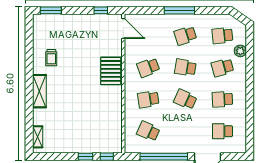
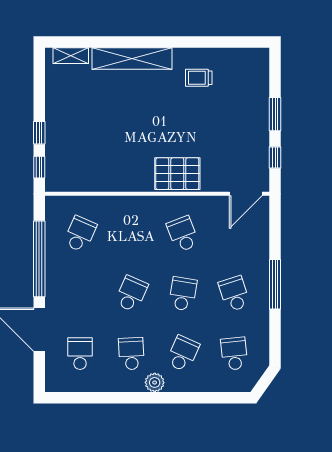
window: (51, 10) -> (275, 114), moved
plant: (240, 51) -> (155, 382), moved
school desk: (222, 67) -> (183, 354), turned 39
shelving: (39, 91) -> (132, 58), width x1.47
school desk: (148, 99) -> (131, 234), removed

